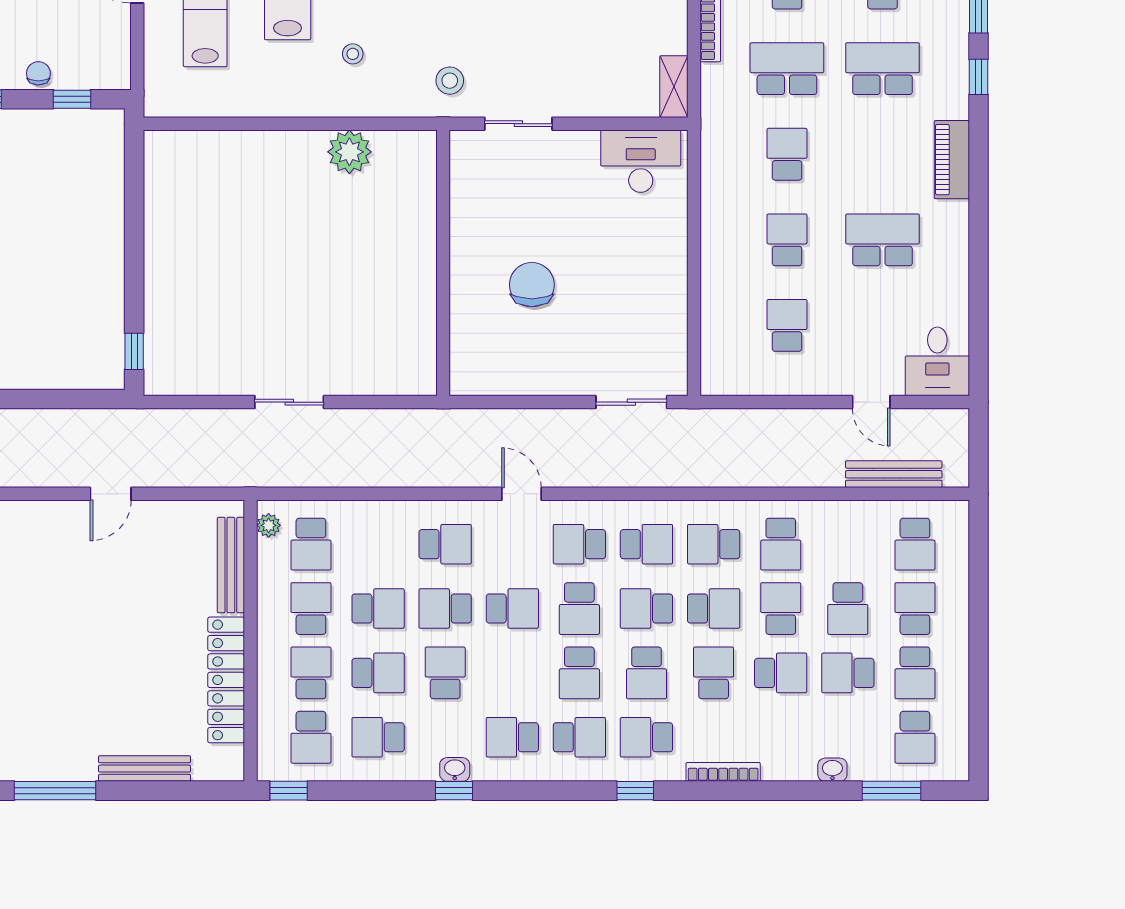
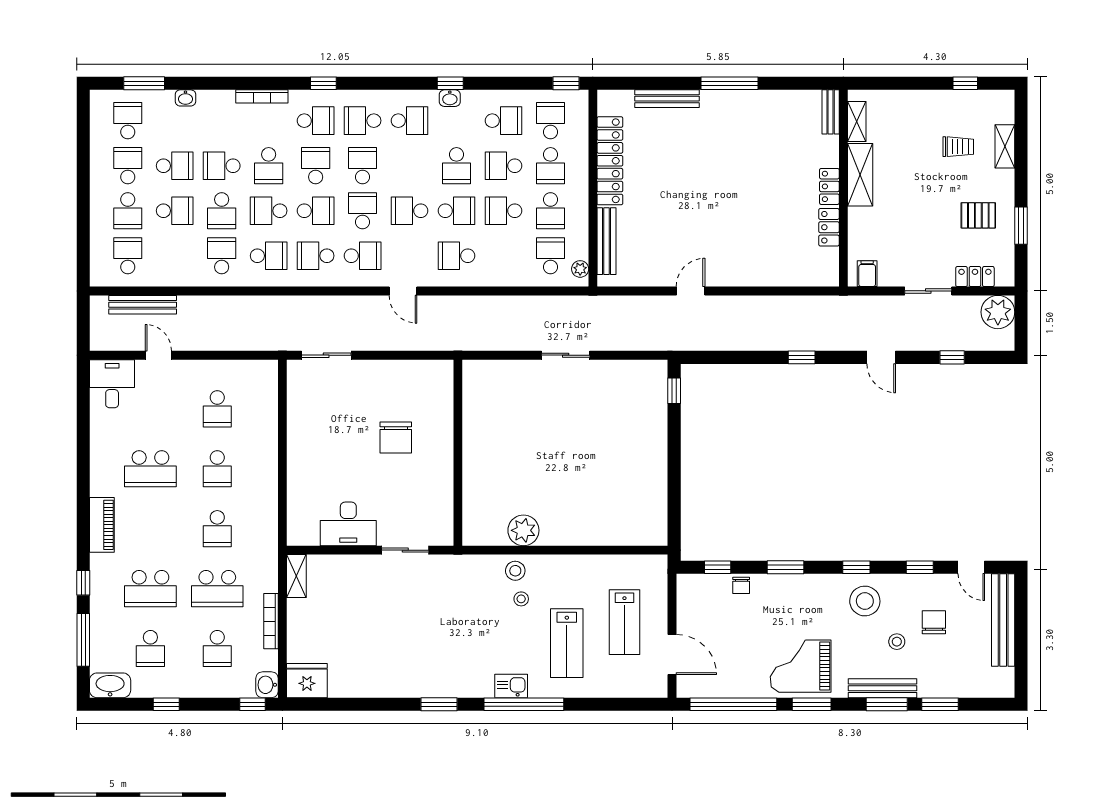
stool: (450, 81) -> (515, 571), moved
desk: (641, 161) -> (348, 524), moved
school desk: (848, 609) -> (175, 211), turned 90

